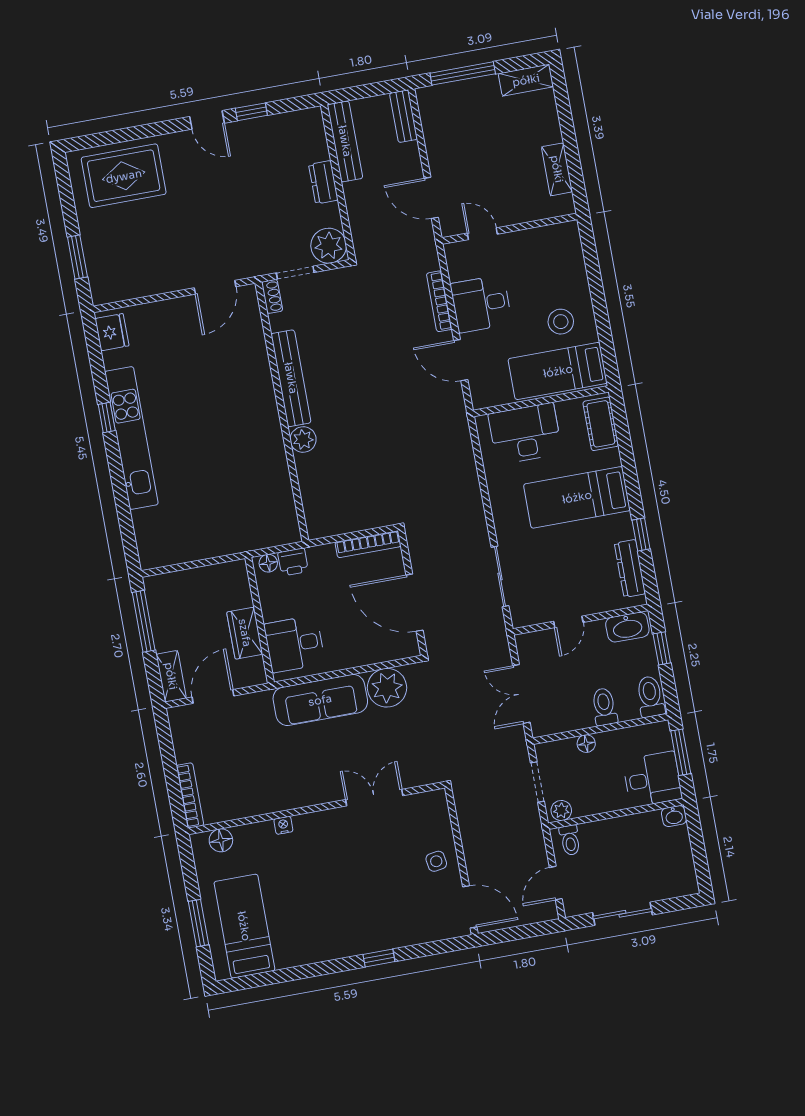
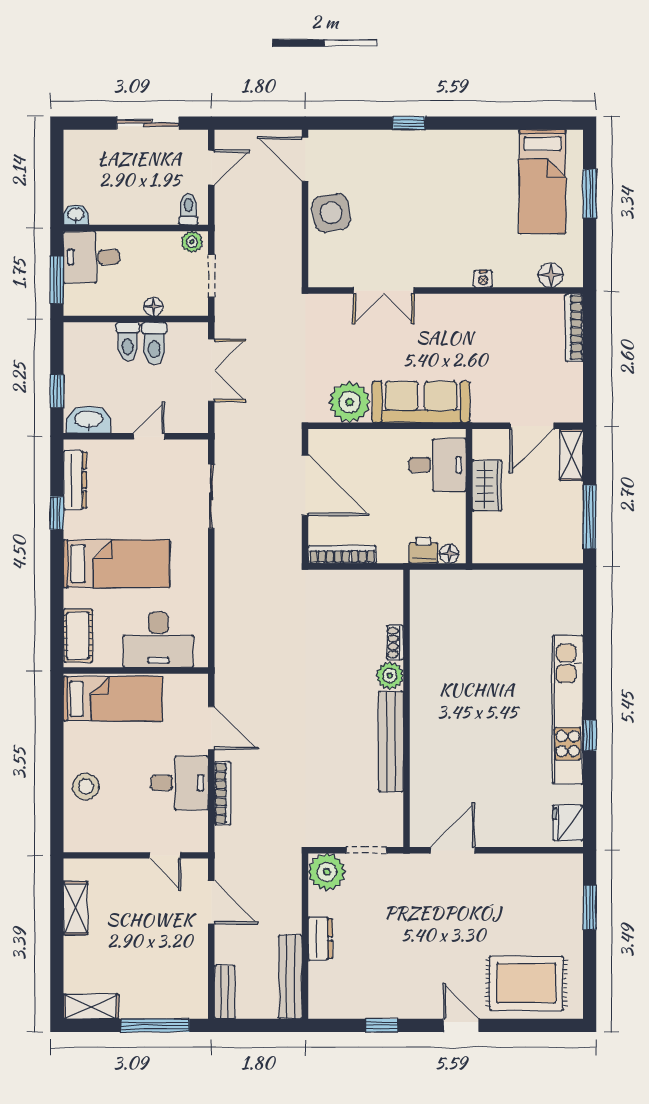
door: (207, 120) -> (461, 1025), moved
shoe rack: (272, 296) -> (395, 643), moved
stool: (561, 322) -> (86, 787), moved
toilet: (650, 697) -> (154, 343), moved
side table: (436, 861) -> (331, 213), width x1.87, depth x1.87

